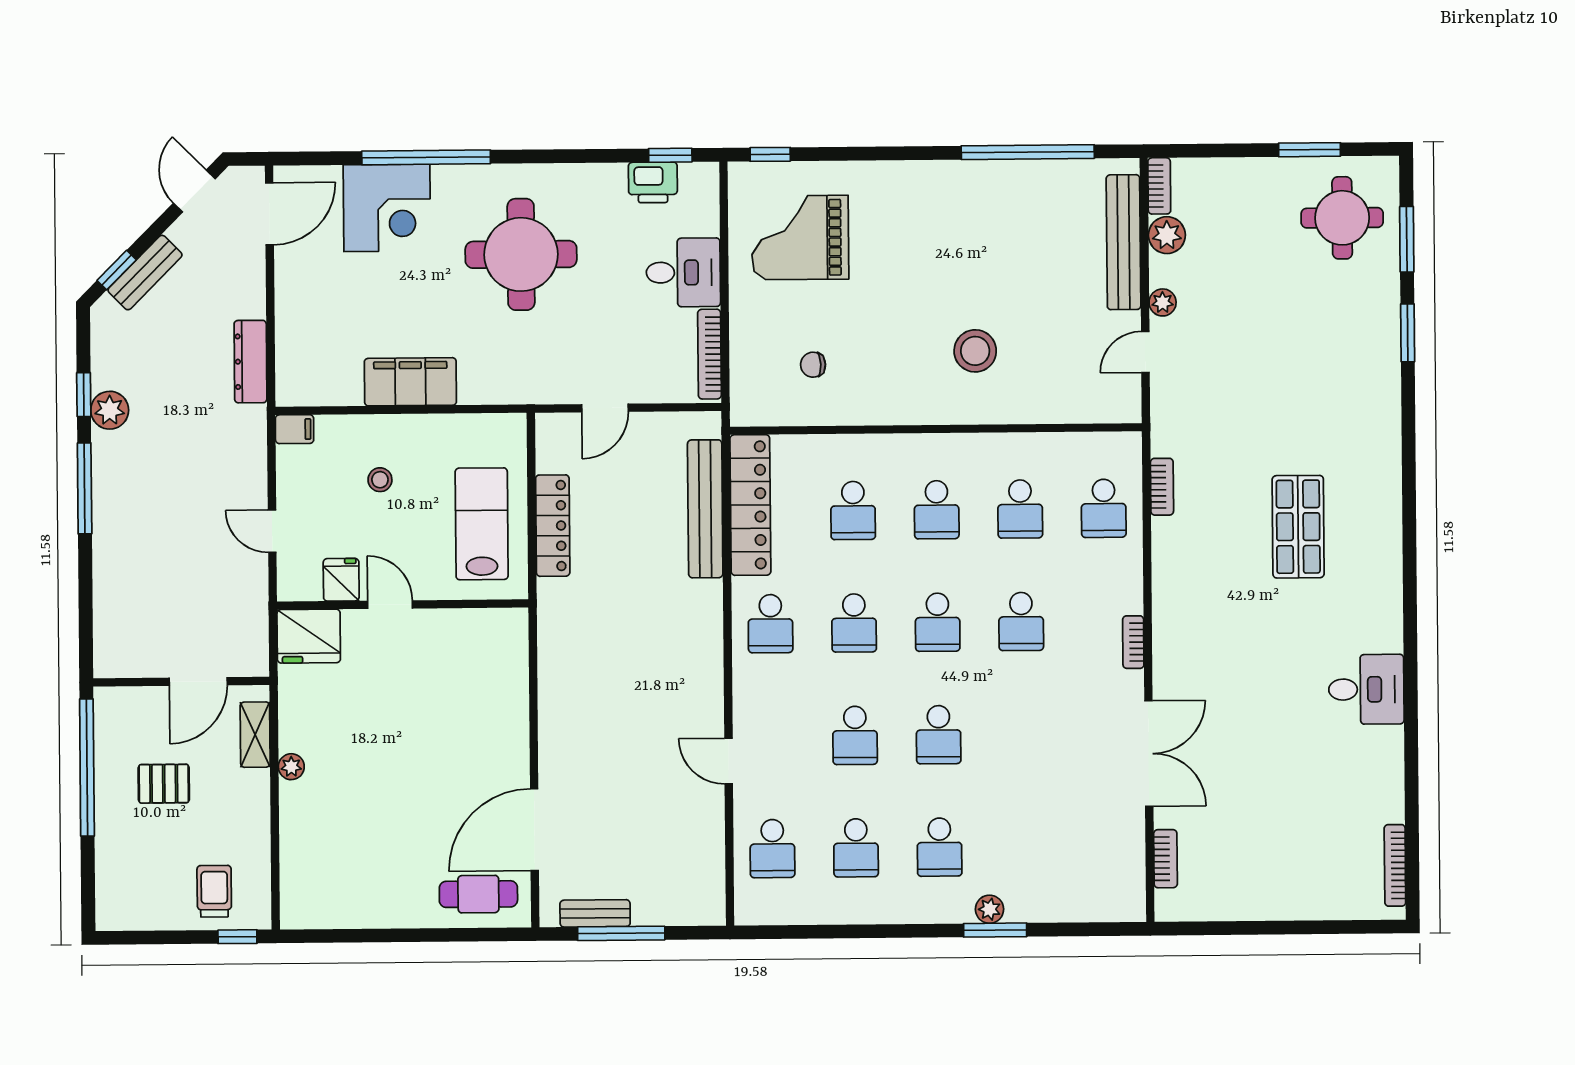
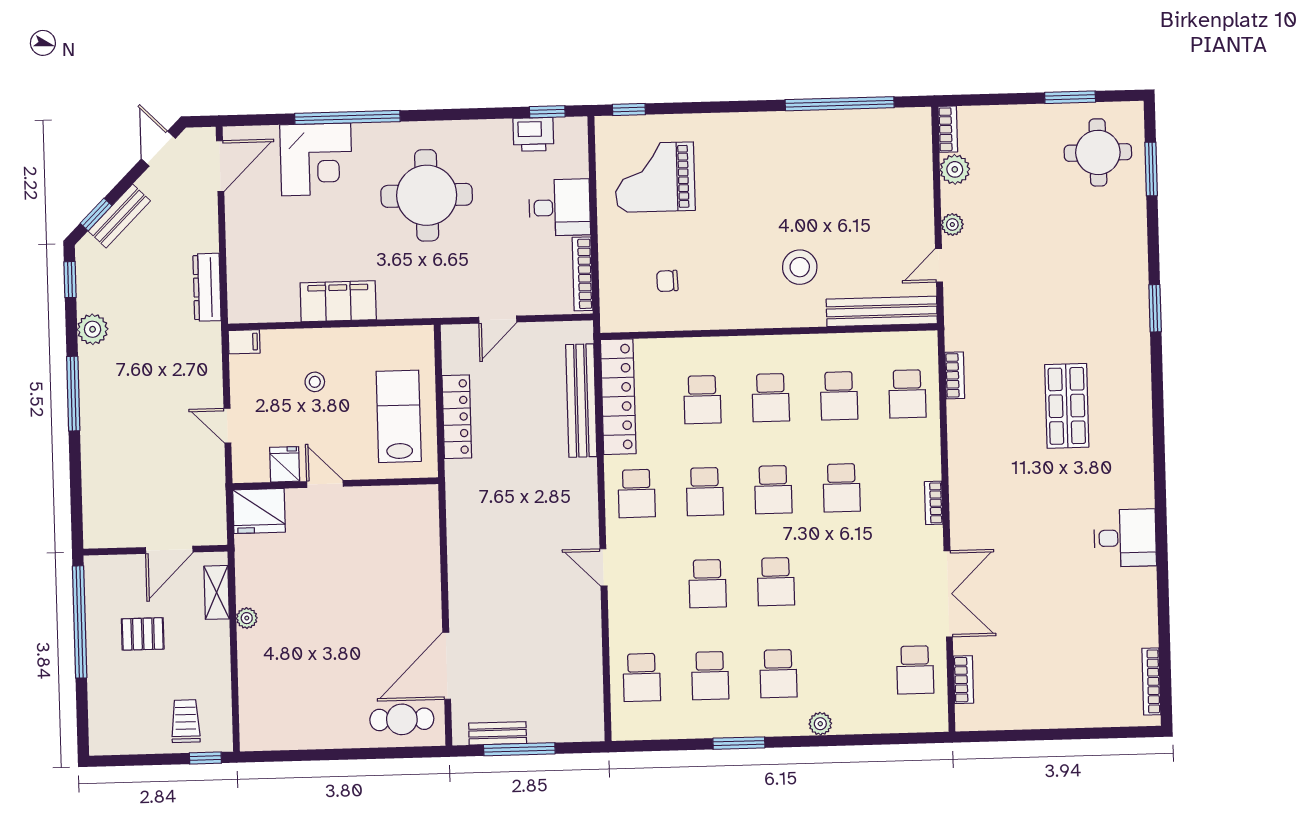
bench: (1124, 242) -> (882, 311), moved, turned 90
window: (1408, 333) -> (1155, 308), moved
window: (84, 395) -> (70, 280), moved
door: (729, 761) -> (603, 567), moved
school desk: (1107, 846) -> (915, 670), added
window: (995, 930) -> (739, 743), moved

